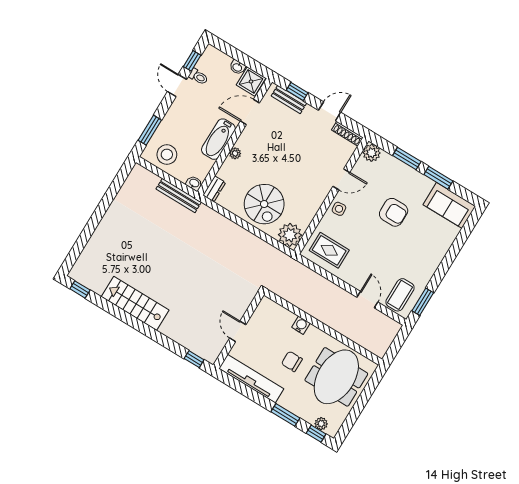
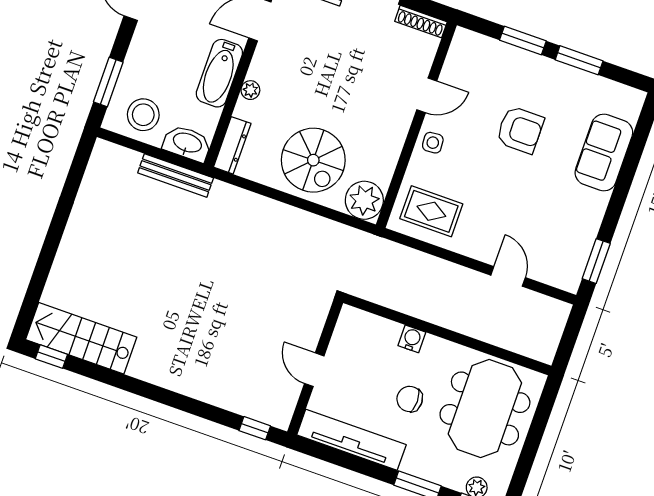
plant: (372, 153) -> (465, 43), removed
washbasin: (194, 183) -> (187, 143), width x1.91, depth x1.45
dresser: (214, 189) -> (232, 145), width x1.44
sofa: (449, 205) -> (604, 152), moved, turned 90
coffee table: (400, 295) -> (558, 258), removed
stairs: (135, 303) -> (81, 338), moved

